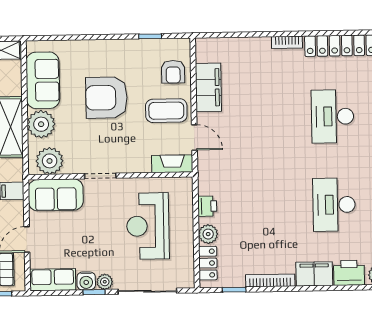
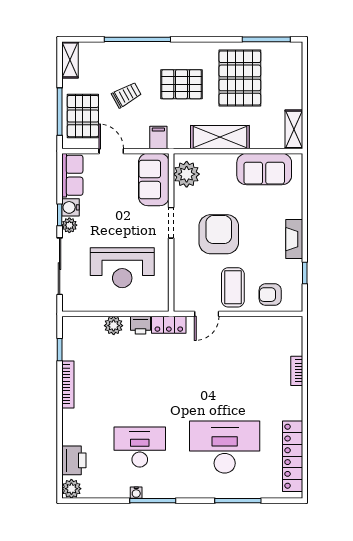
bookcase: (287, 42) -> (297, 371), moved
filing cabinet: (208, 87) -> (255, 328), removed
armchair: (106, 98) -> (219, 234), moved
desk: (332, 116) -> (225, 447), width x1.36, depth x1.30
plant: (41, 124) -> (222, 167), removed
fireplace: (172, 164) -> (294, 239), moved, turned 180
reception desk: (148, 226) -> (122, 268), turned 180
locker: (208, 263) -> (169, 325), moved
filing cabinet: (314, 274) -> (73, 427), removed

